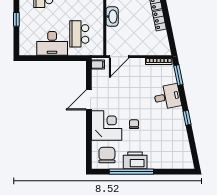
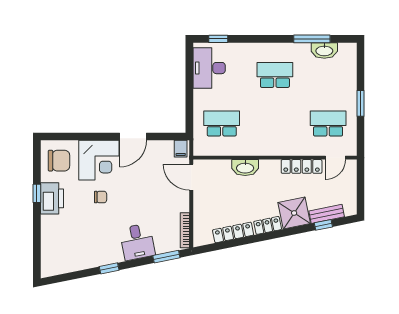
window: (16, 19) -> (218, 39), moved
locker: (159, 20) -> (233, 232), width x1.53
desk: (52, 43) -> (209, 68), moved
door: (89, 100) -> (133, 137), swing flipped
window: (131, 172) -> (37, 193), width x0.32

